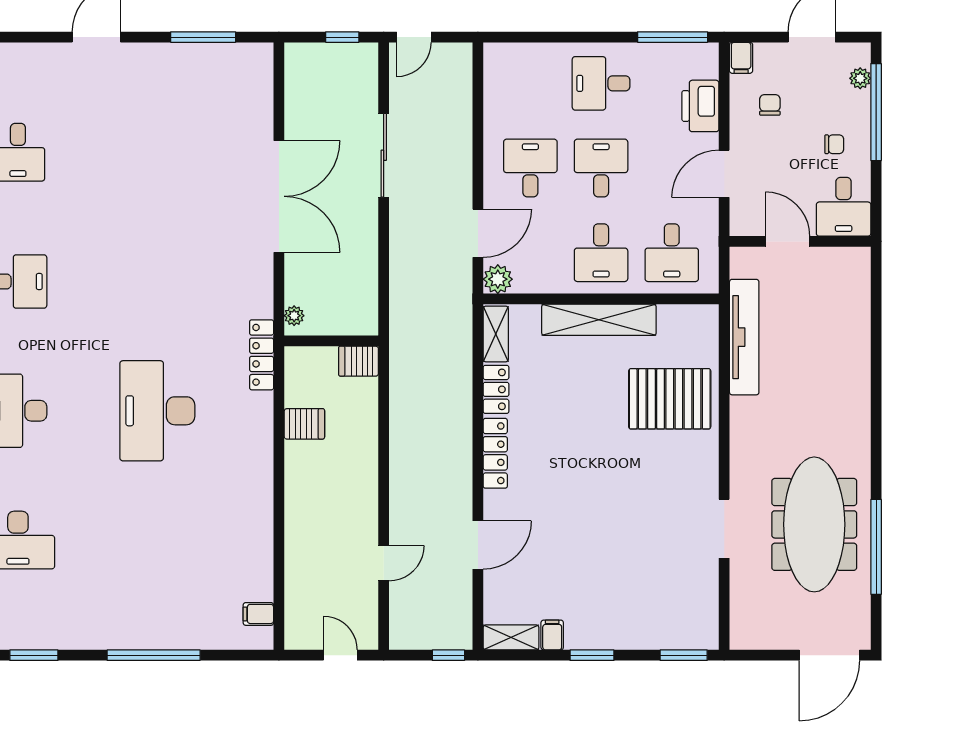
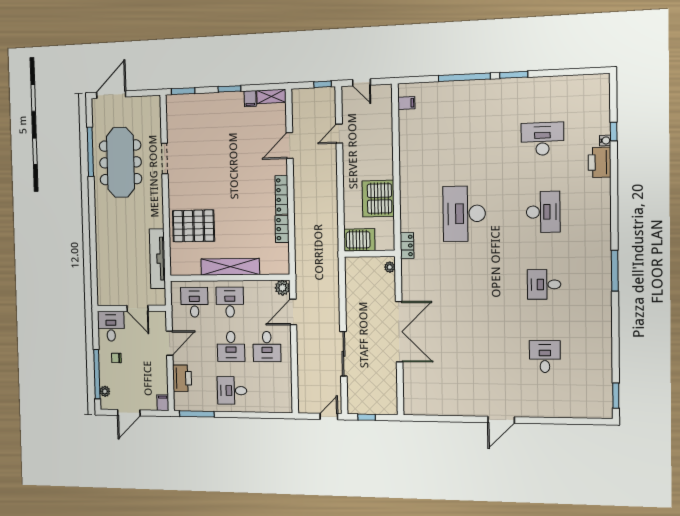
window: (203, 37) -> (442, 419), removed
desk: (601, 83) -> (232, 391), turned 180
chair: (770, 105) -> (148, 378), removed
double door: (279, 196) -> (399, 332), swing flipped
shelving: (496, 334) -> (283, 259), removed
locker: (262, 355) -> (407, 246), width x0.66
server rack: (358, 361) -> (359, 240), width x1.36, depth x1.44
desk: (157, 411) -> (464, 214), turned 180
server rack: (304, 424) -> (378, 199), width x2.18, depth x1.44
window: (34, 655) -> (514, 75), moved
window: (448, 655) -> (323, 84), moved

